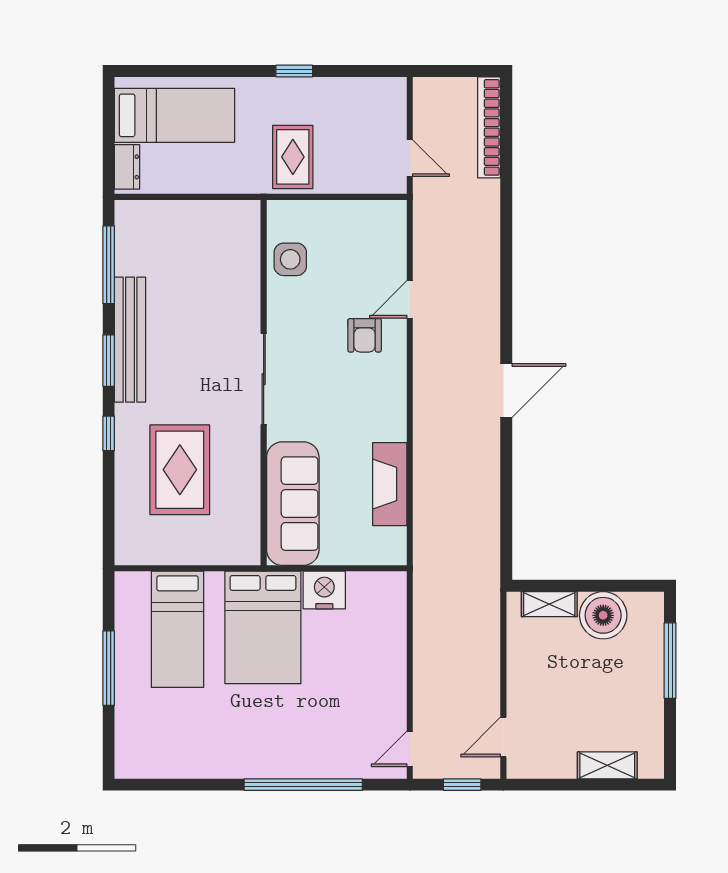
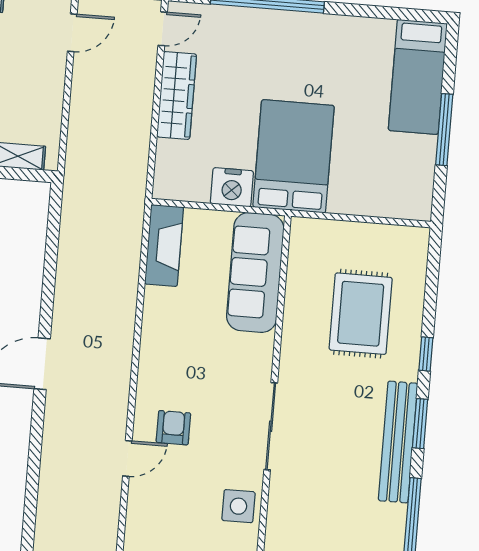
sliding door: (264, 379) -> (271, 426), moved
fireplace: (390, 484) -> (164, 246), moved
bed: (177, 629) -> (418, 77), moved, turned 180
wardrobe: (390, 681) -> (177, 95), added

